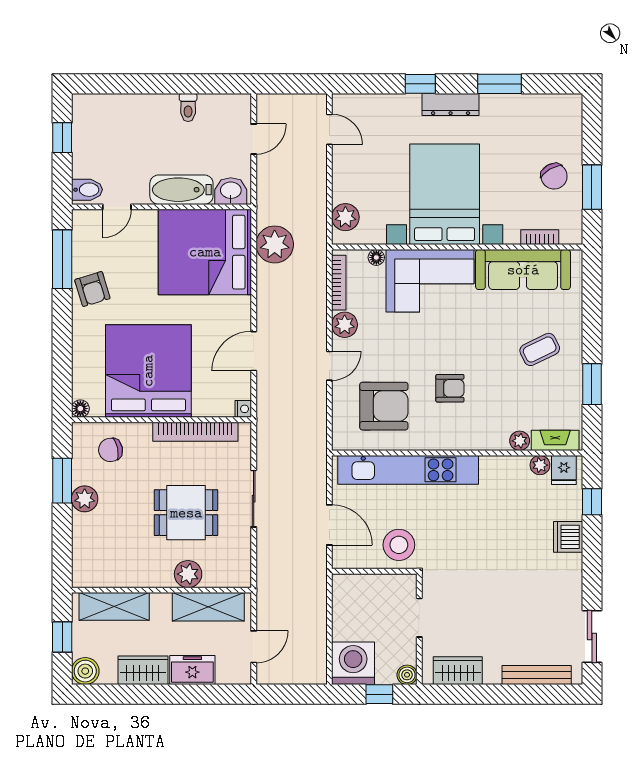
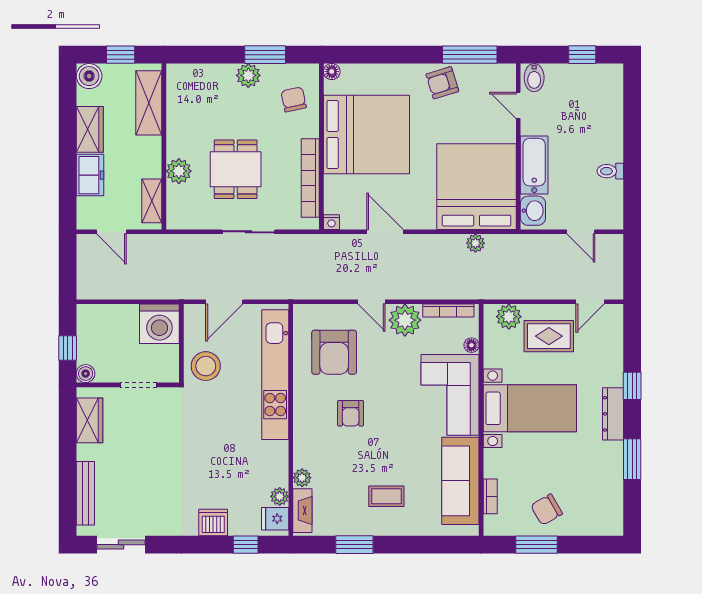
rug: (367, 174) -> (549, 336), added
bed with nightstands: (445, 194) -> (530, 408), width x0.73
plant: (275, 244) -> (475, 243), width x0.53, depth x0.53
plant: (345, 325) -> (405, 320), width x1.36, depth x1.36
coffee table: (540, 349) -> (386, 496), turned -64
shelving: (208, 607) -> (152, 201), width x0.67, depth x0.75
washing machine: (353, 663) -> (159, 324), moved, turned 90

